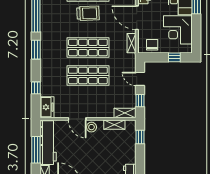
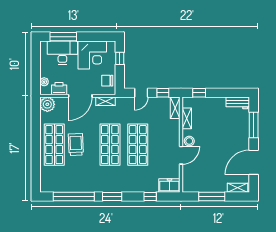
workbench: (48, 143) -> (205, 184), removed

